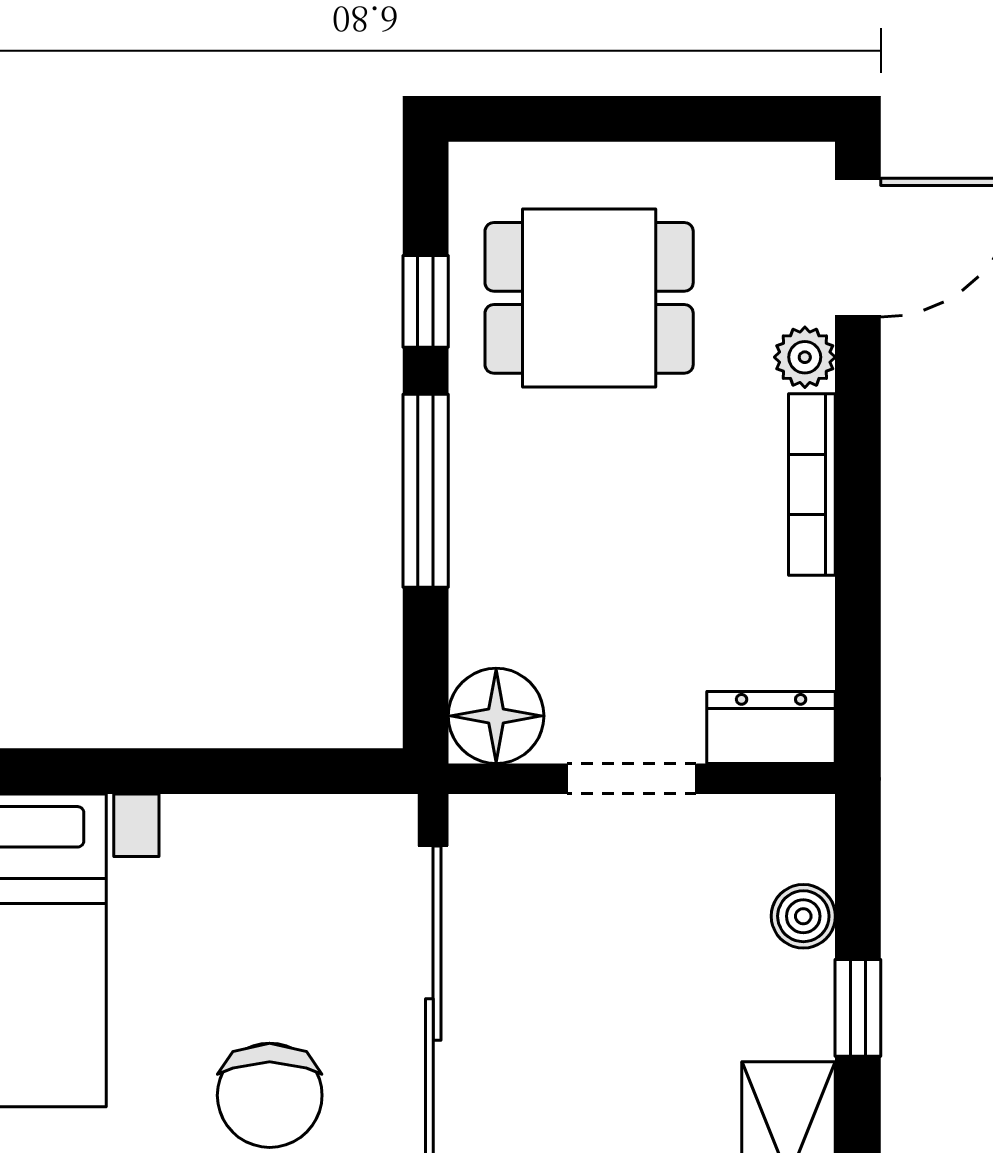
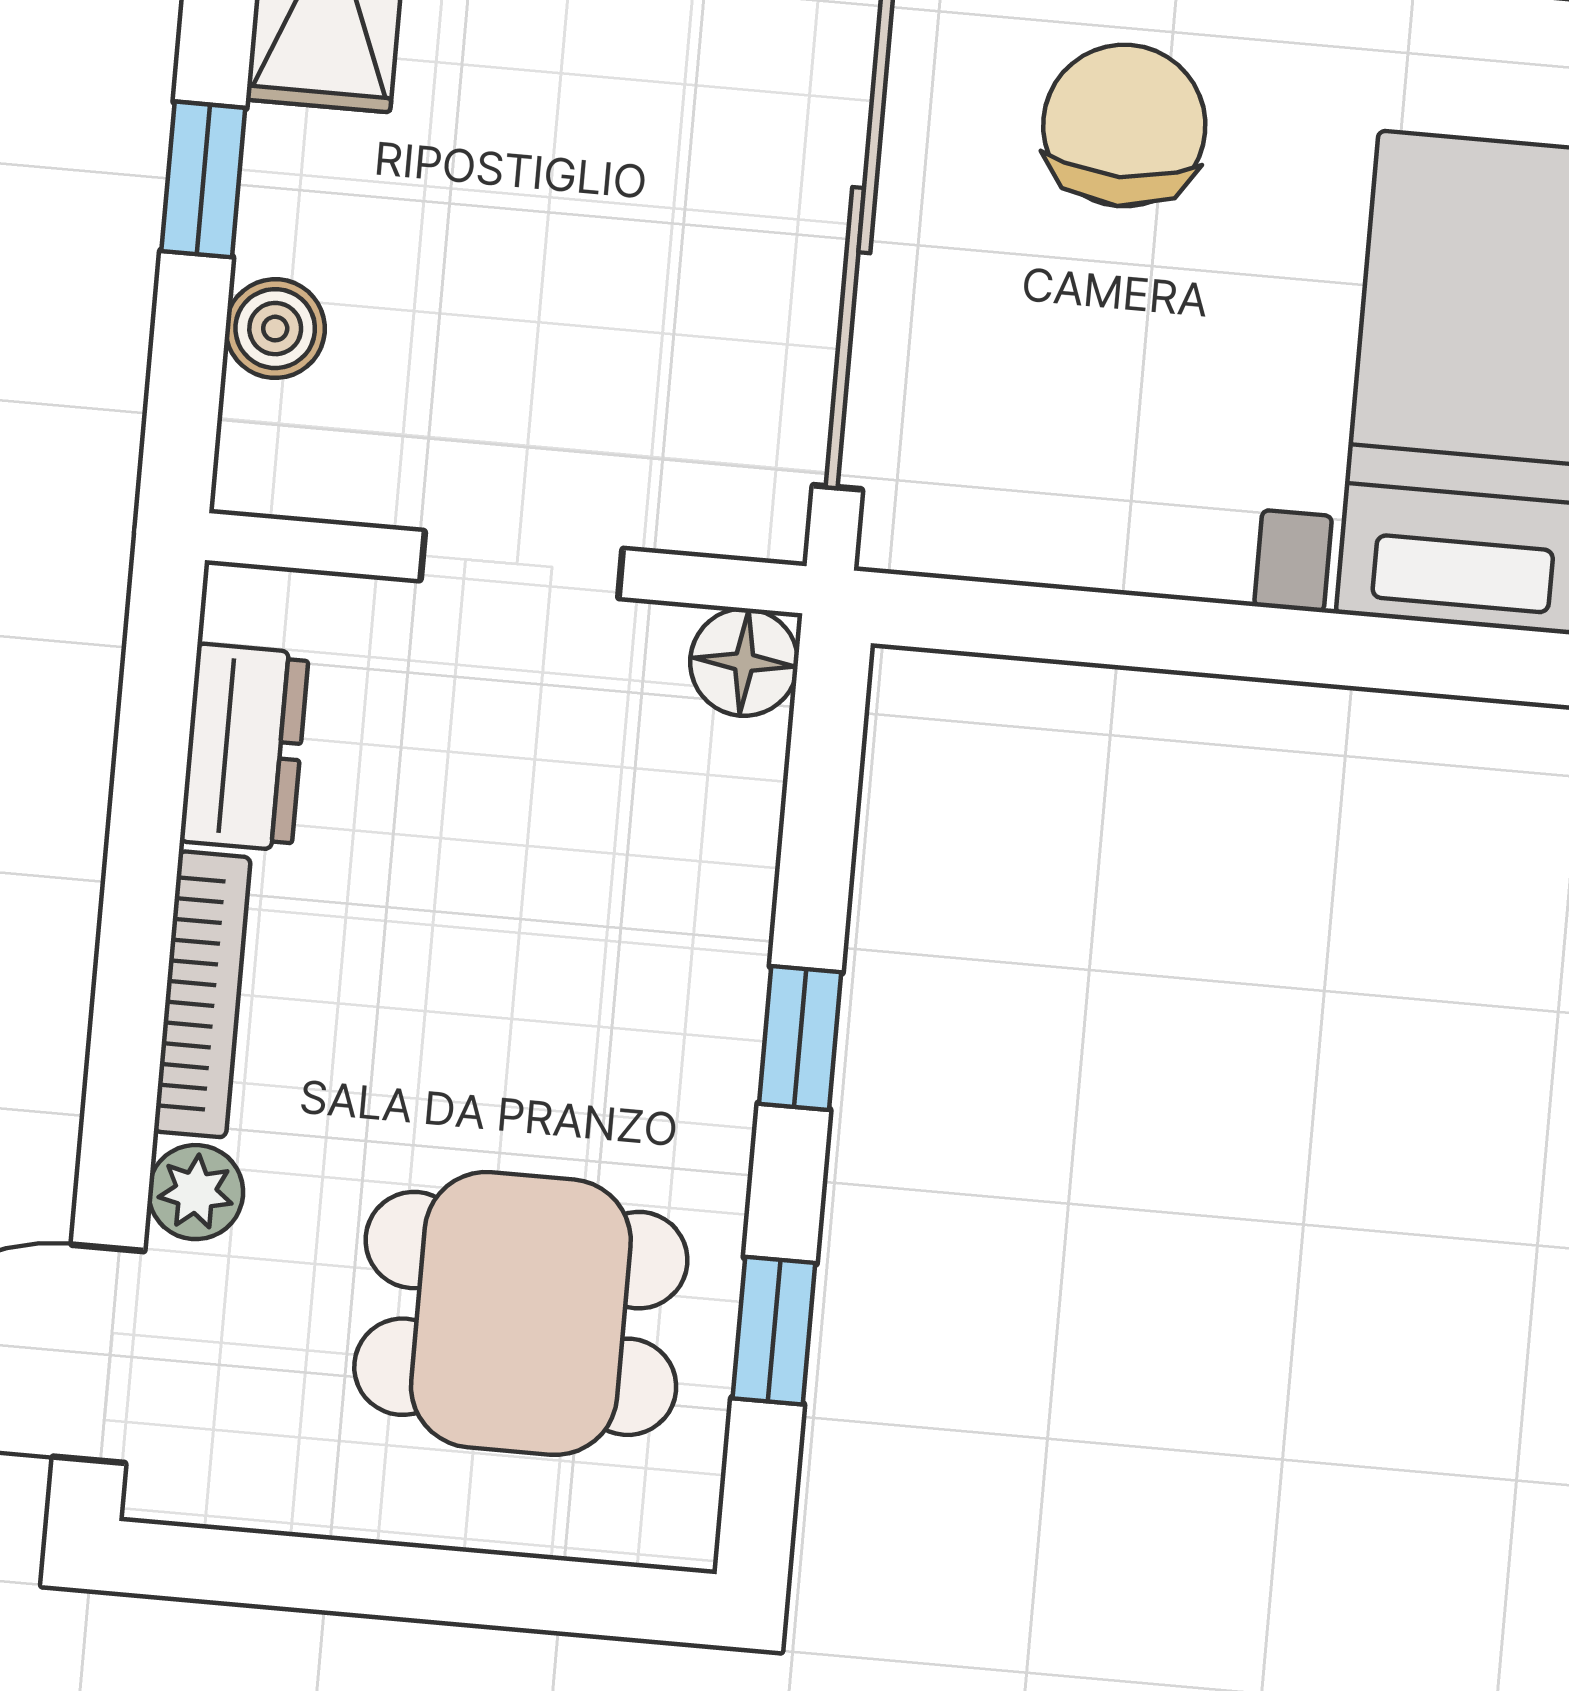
window: (426, 491) -> (800, 1038), width x0.46
floor lamp: (496, 716) -> (744, 662), width x0.73, depth x0.73
dresser: (771, 728) -> (244, 747), moved, turned -90

